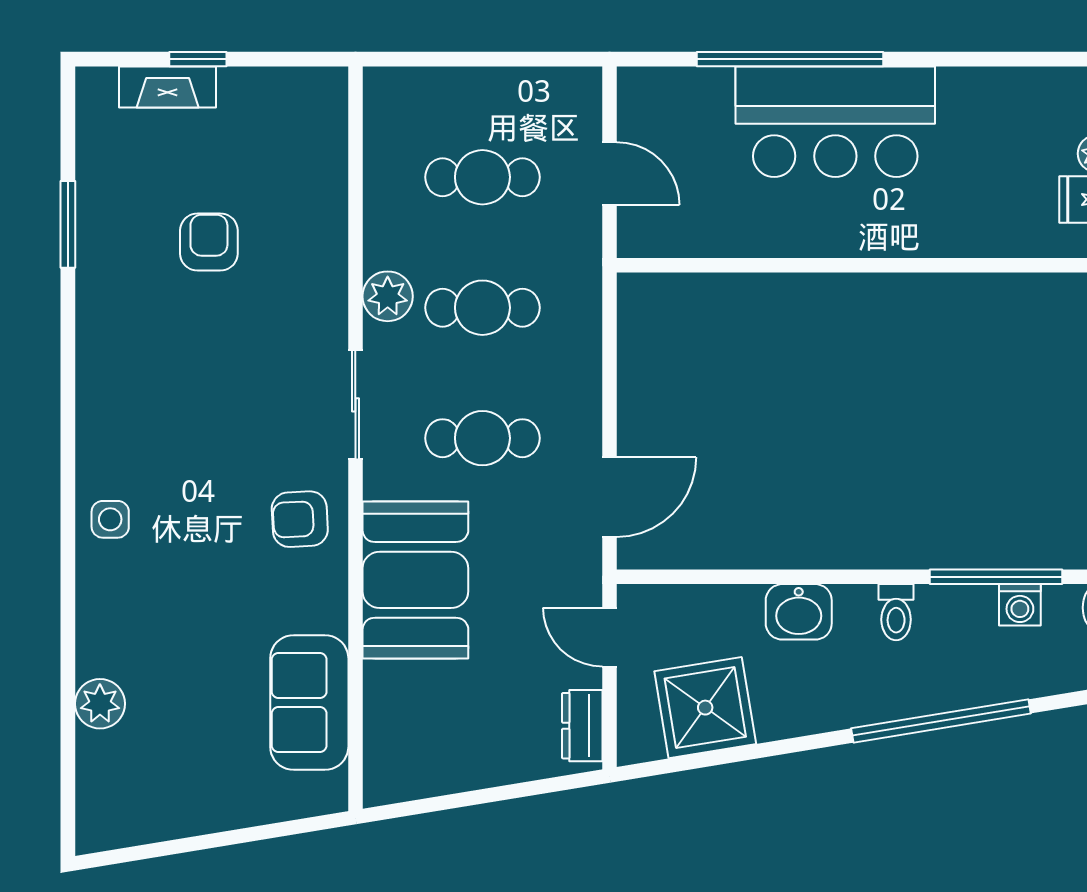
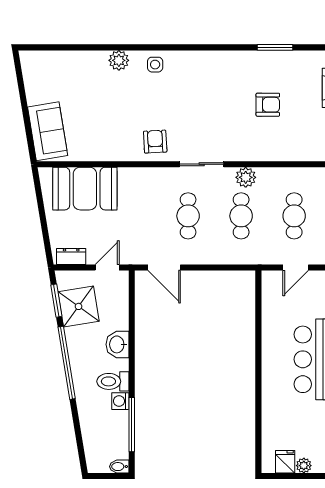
booth: (415, 580) -> (85, 189), moved
washing machine: (1020, 605) -> (120, 401), moved
toilet: (896, 612) -> (113, 381), width x1.37, depth x1.39
sofa: (309, 703) -> (48, 131), moved, turned 81
plant: (100, 704) -> (119, 60), moved
window: (941, 721) -> (67, 363), moved
window: (691, 762) -> (56, 301), added

